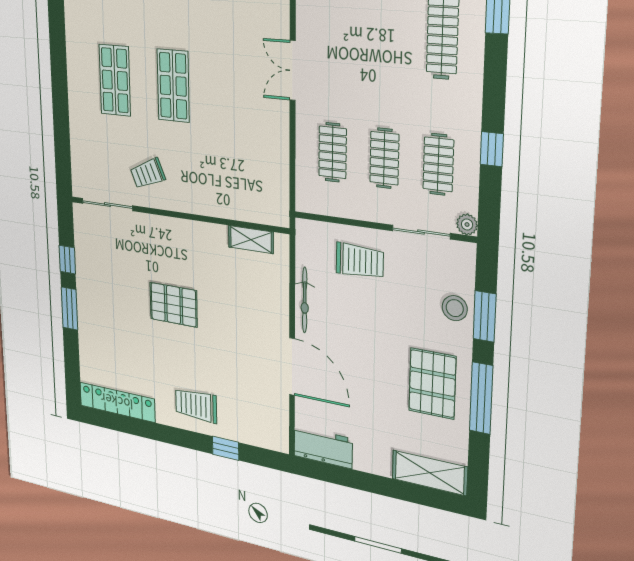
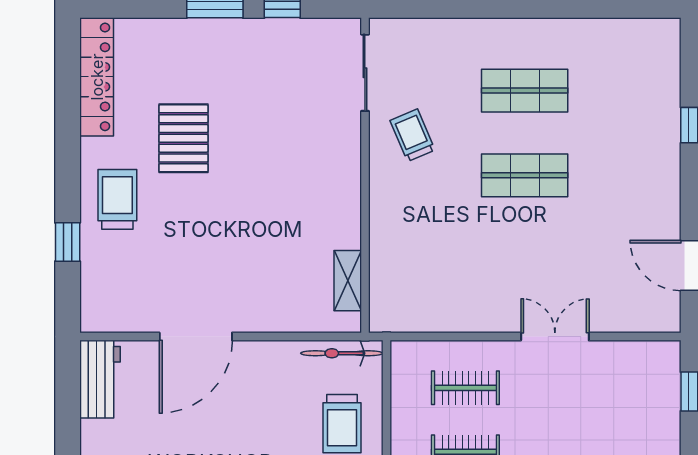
bicycle: (305, 300) -> (342, 353), moved
pallet: (174, 305) -> (183, 138), moved

